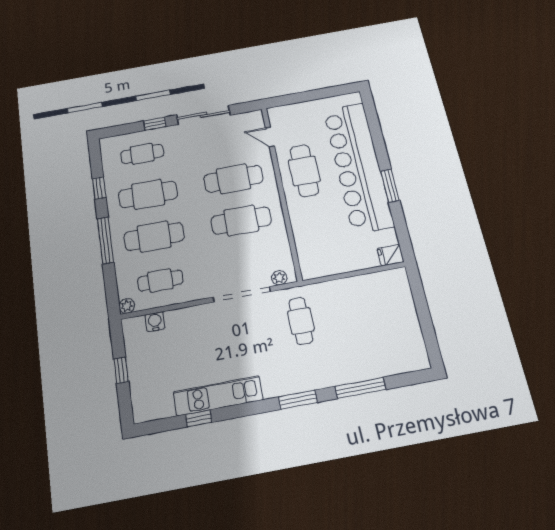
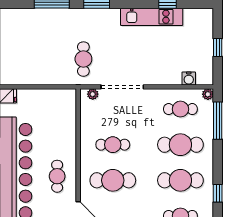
cafe table: (304, 171) -> (57, 176), width x0.73, depth x0.74
cafe table: (241, 221) -> (113, 145), width x0.73, depth x0.74
window: (105, 240) -> (218, 121), moved

